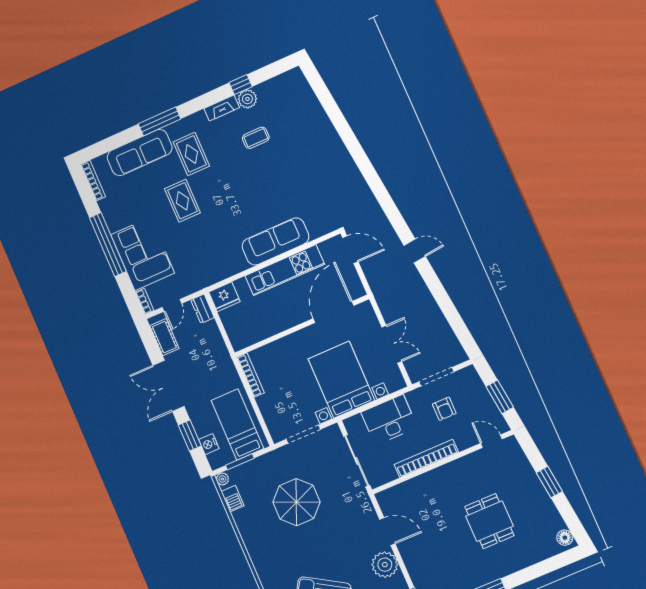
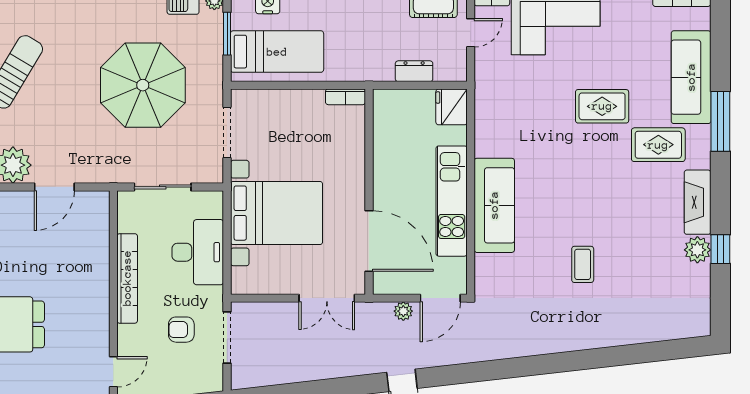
fireplace: (222, 108) -> (698, 202), width x1.37, depth x1.32
coffee table: (256, 138) -> (583, 264), moved
plant: (369, 270) -> (403, 311), added
door: (172, 305) -> (471, 33), swing flipped
dresser: (202, 309) -> (414, 71), moved
double door: (392, 344) -> (327, 298), moved
bookcase: (250, 375) -> (345, 97), width x0.64
sliding door: (357, 461) -> (163, 187), width x0.73
parasol: (296, 502) -> (143, 85), width x1.36, depth x1.36

